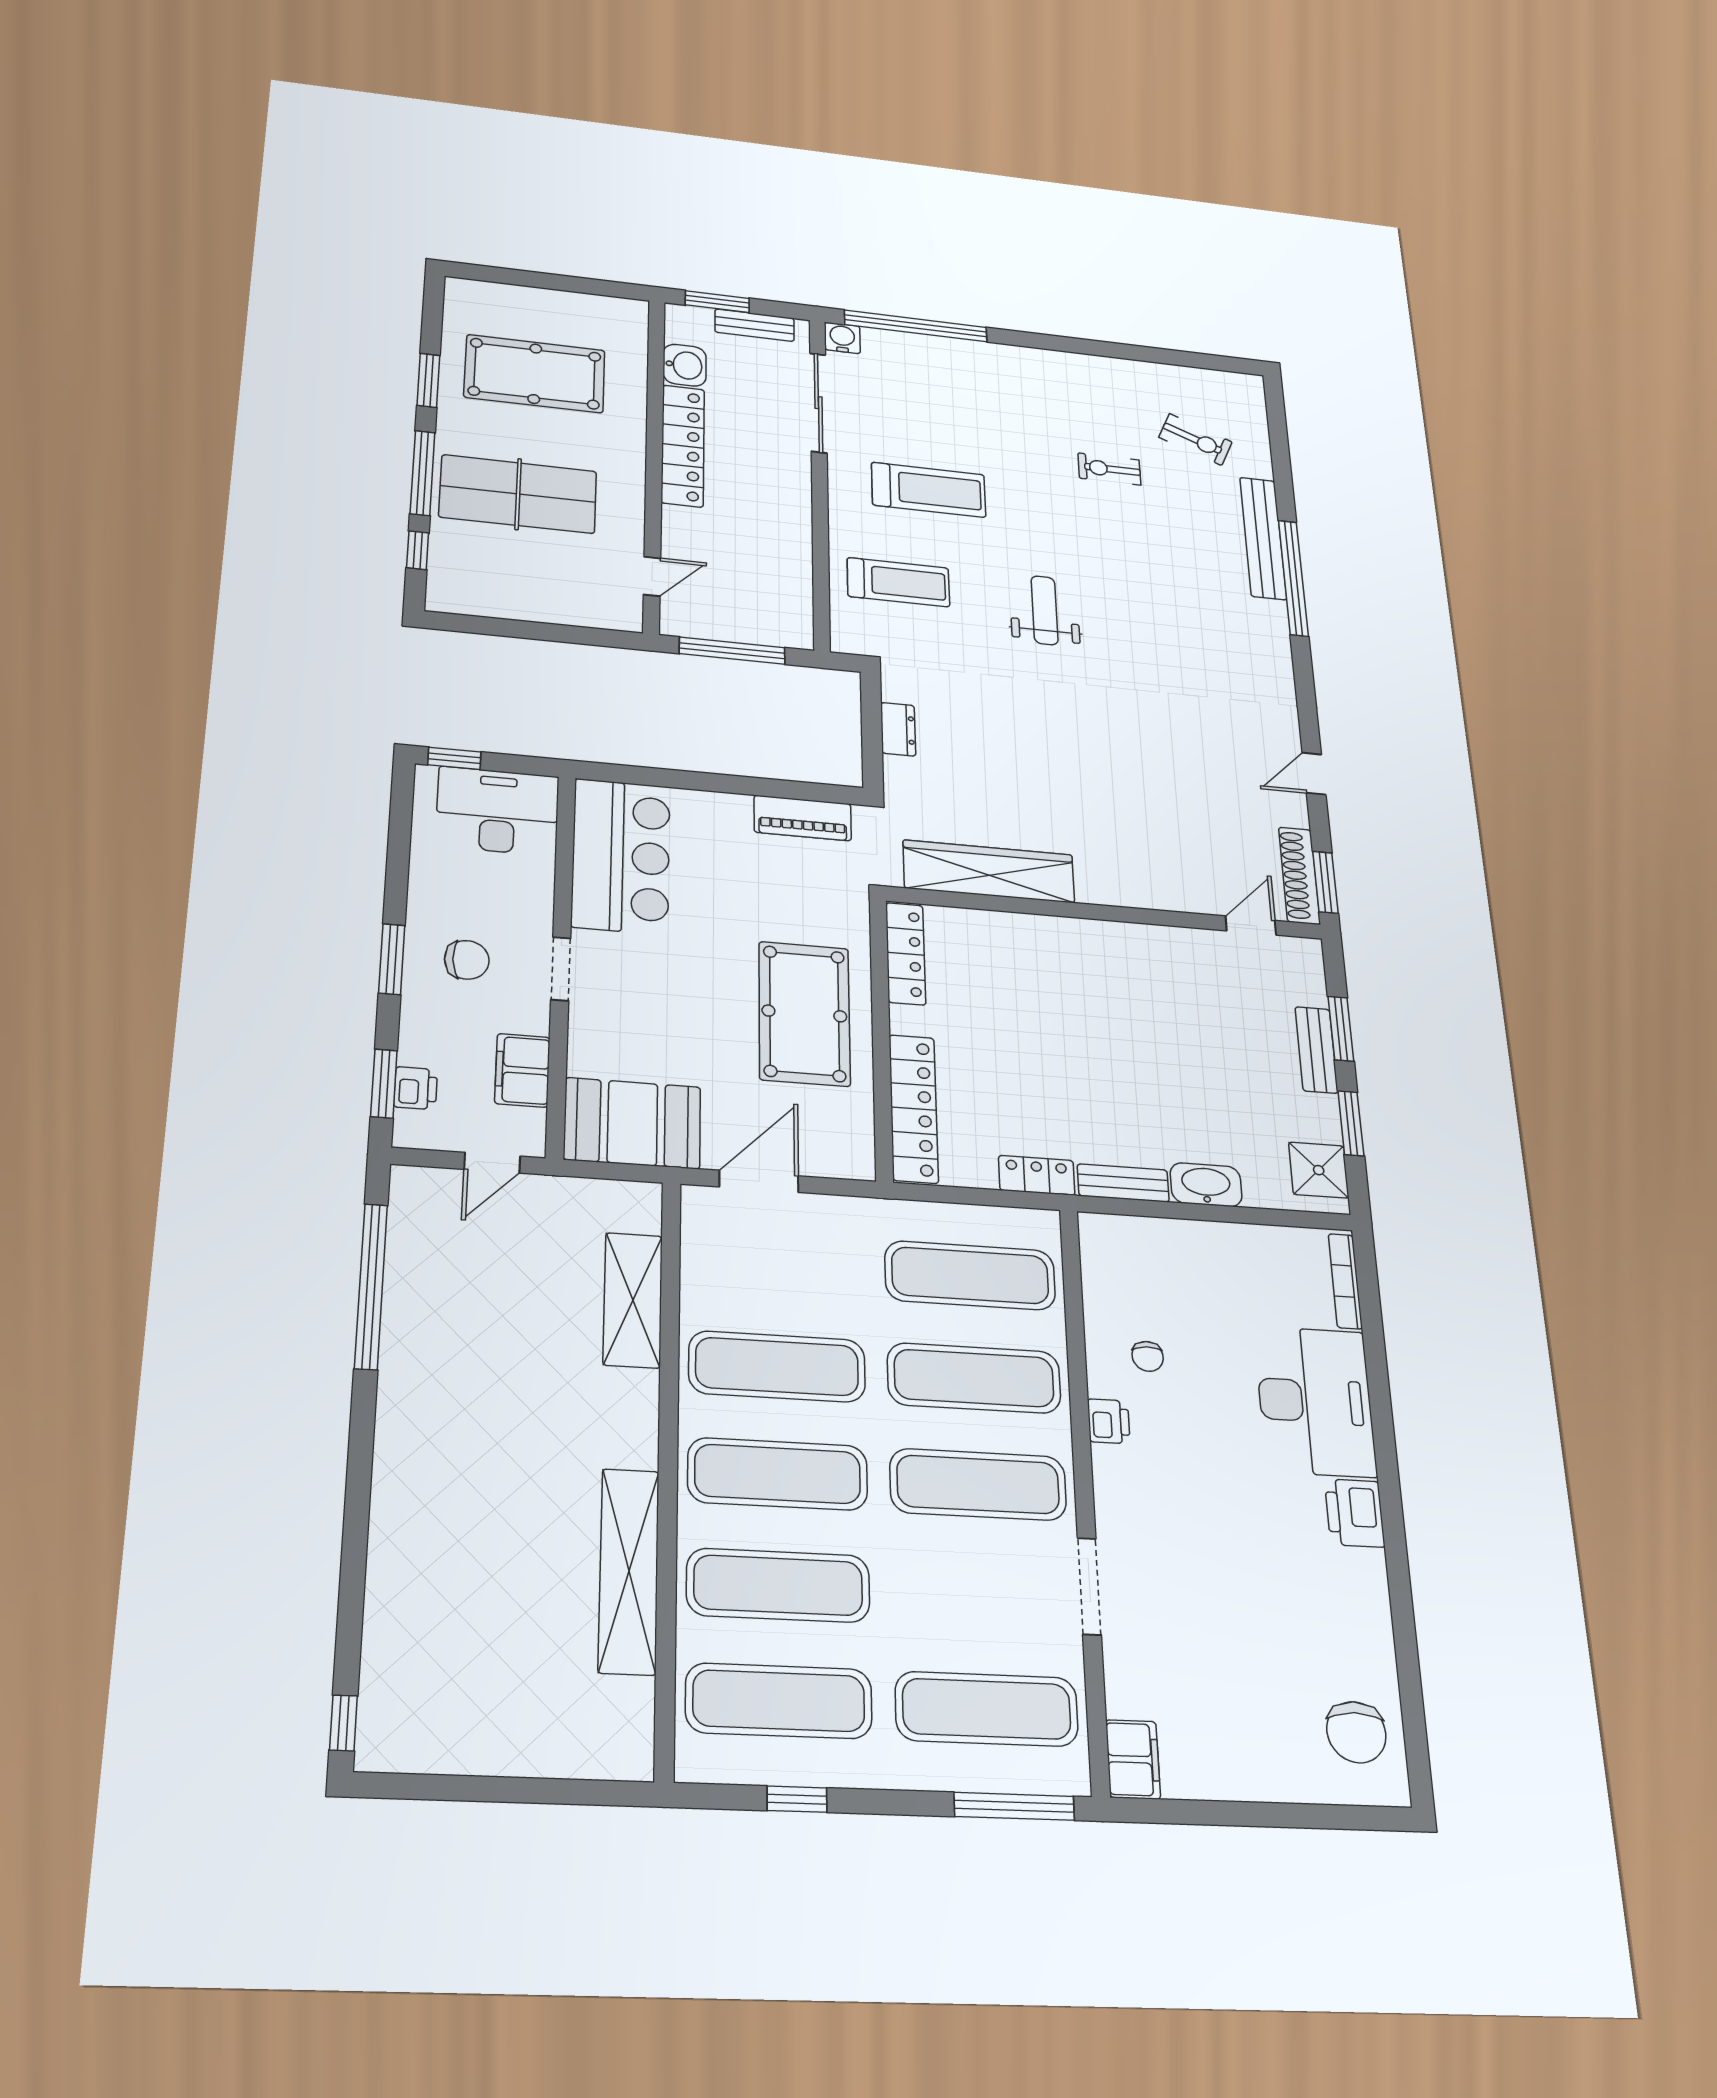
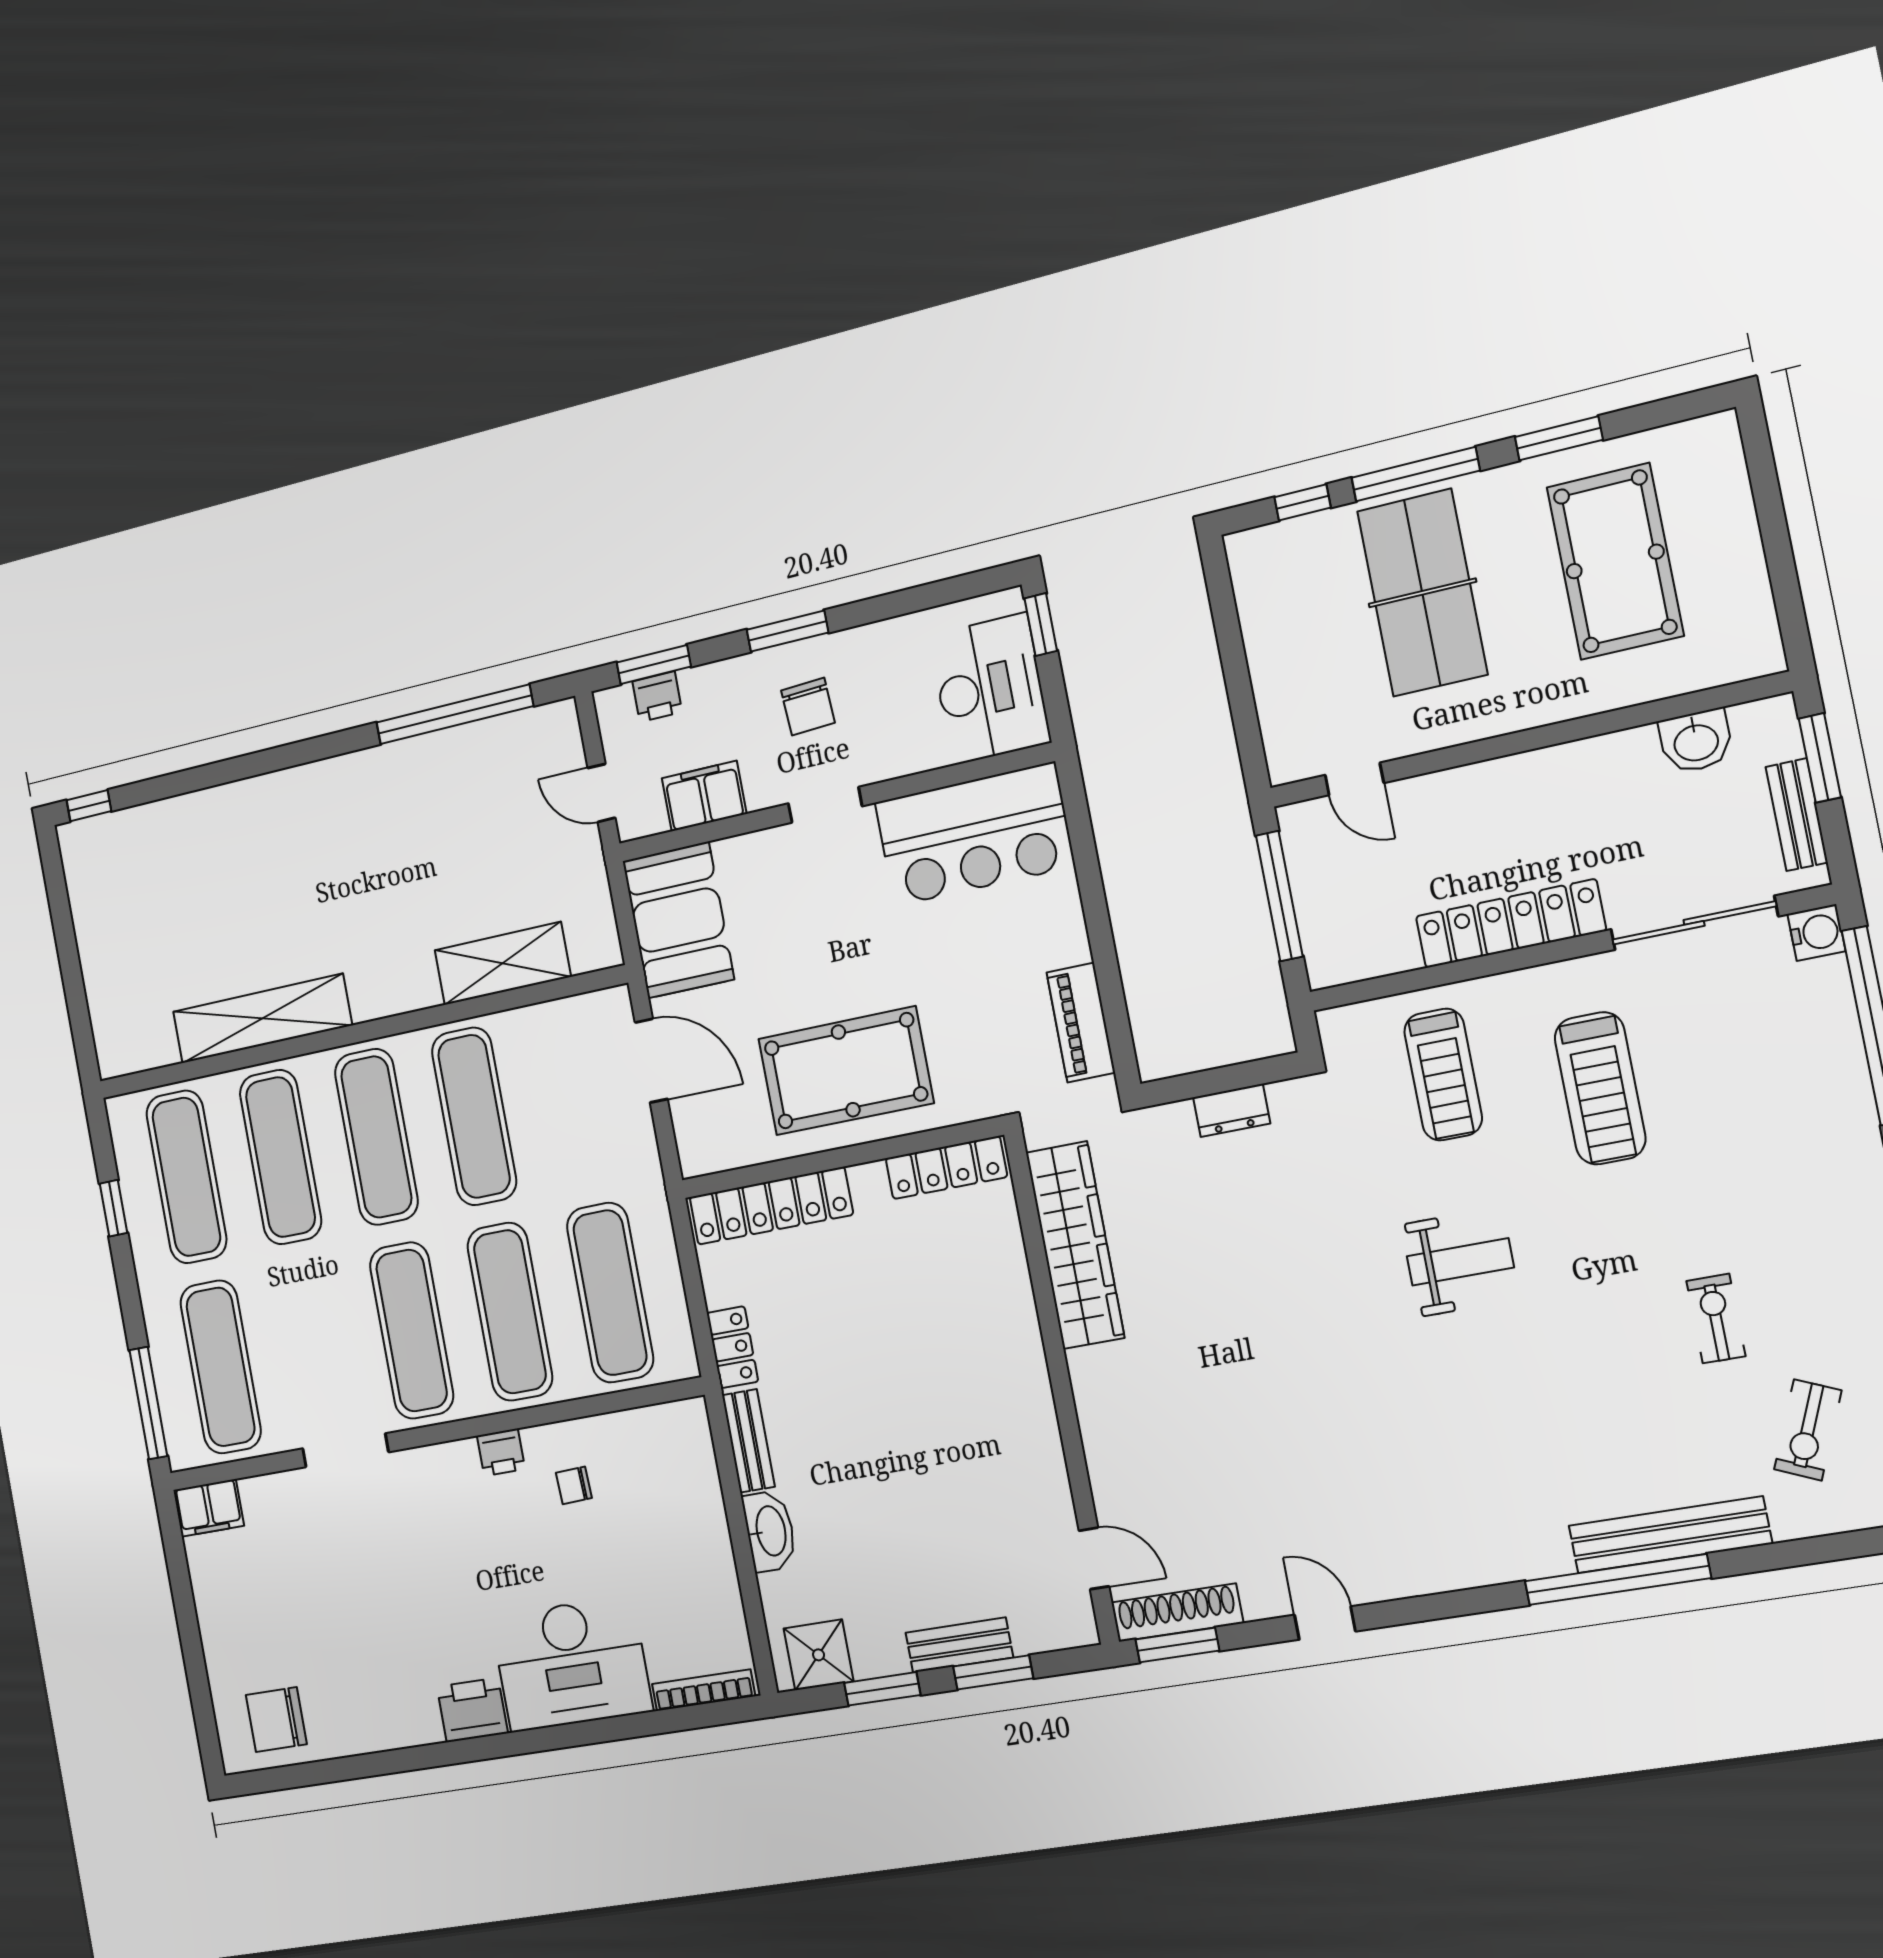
locker: (683, 446) -> (1510, 924), moved, turned 180

